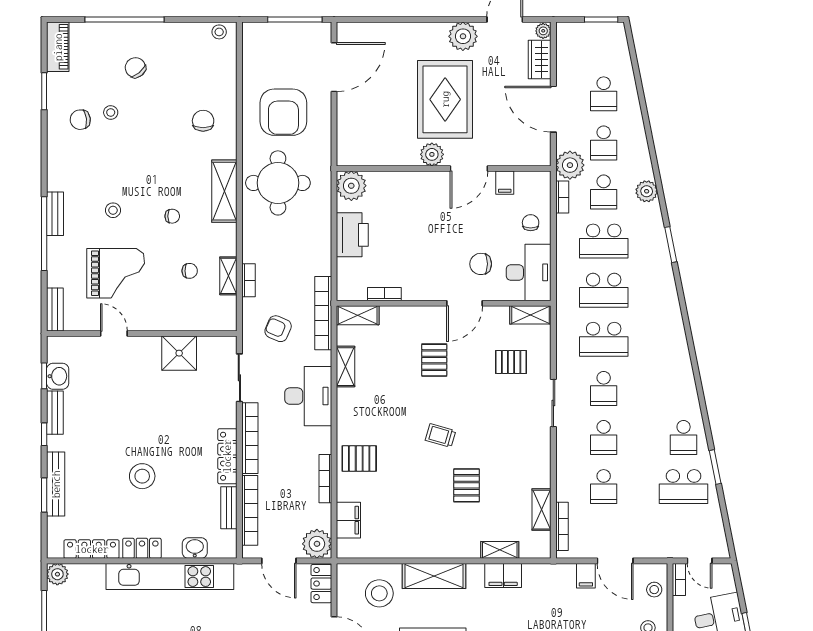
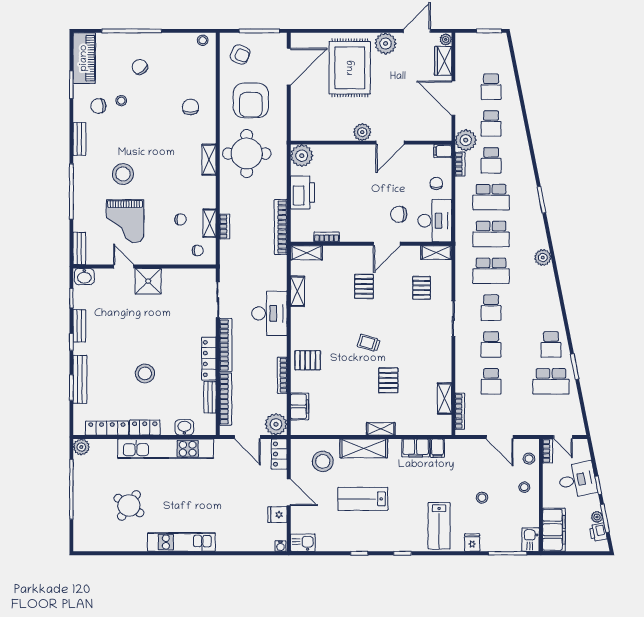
piano: (58, 47) -> (84, 58), width x1.37, depth x1.33
rug: (445, 99) -> (350, 68), moved
filing cabinet: (505, 183) -> (443, 151), moved, turned 90
shelving: (224, 191) -> (209, 160), width x0.67, depth x0.75
plant: (647, 191) -> (543, 258), moved
stool: (113, 210) -> (123, 174), width x1.89, depth x1.89
bench: (55, 214) -> (79, 139), moved
chair: (172, 216) -> (198, 250), moved
grand piano: (116, 273) -> (125, 221), turned 90
bookcase: (323, 313) -> (281, 227), moved
armchair: (278, 329) -> (240, 55), moved, turned 180
shower: (179, 353) -> (148, 281), moved
pallet: (511, 362) -> (422, 288), turned 90
washbasin: (58, 376) -> (84, 277), moved, turned 90
shelving: (500, 550) -> (381, 429), moved
filing cabinet: (586, 576) -> (437, 448), moved

